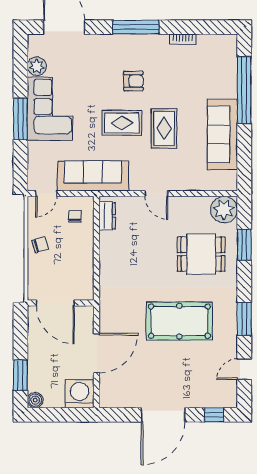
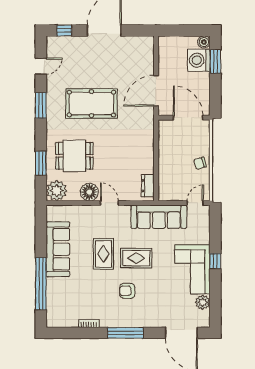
window: (20, 119) -> (215, 261), width x0.46
floor lamp: (182, 208) -> (89, 192), added
chair: (75, 216) -> (173, 185), removed
door: (96, 353) -> (156, 91), moved
washing machine: (80, 394) -> (199, 60), moved, turned 90

